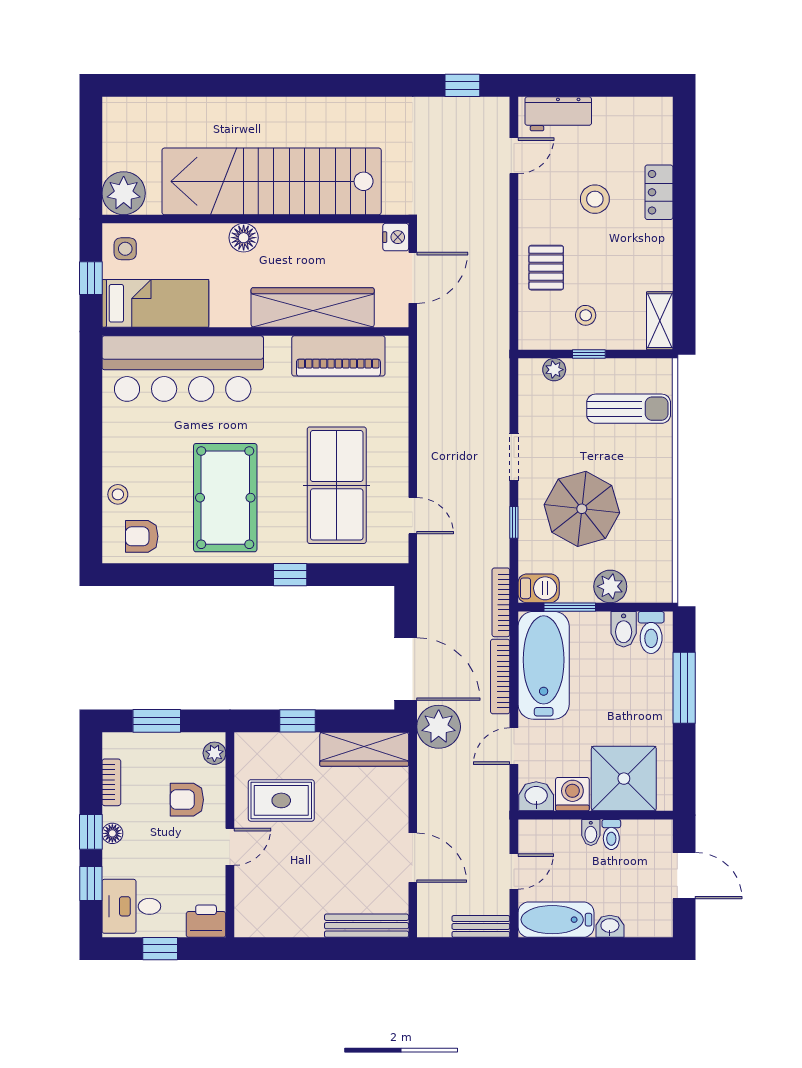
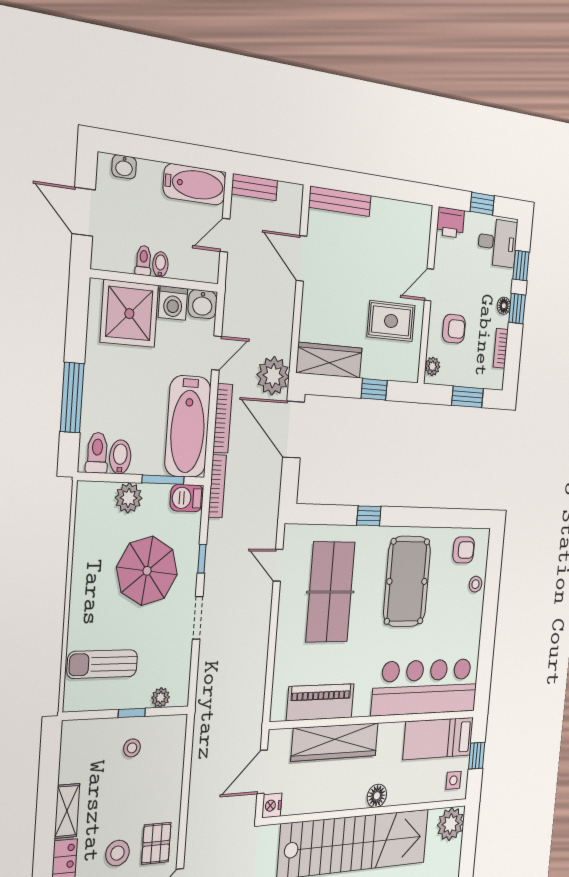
pallet: (546, 268) -> (156, 843), moved
shelving: (660, 321) -> (67, 811), moved
washbasin: (610, 926) -> (124, 167), moved

